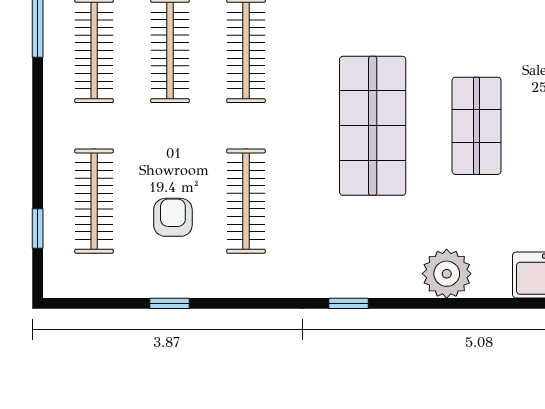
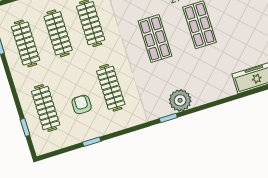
shop shelf: (373, 126) -> (155, 39), width x0.70, depth x0.74
plant: (447, 274) -> (180, 100), moved

